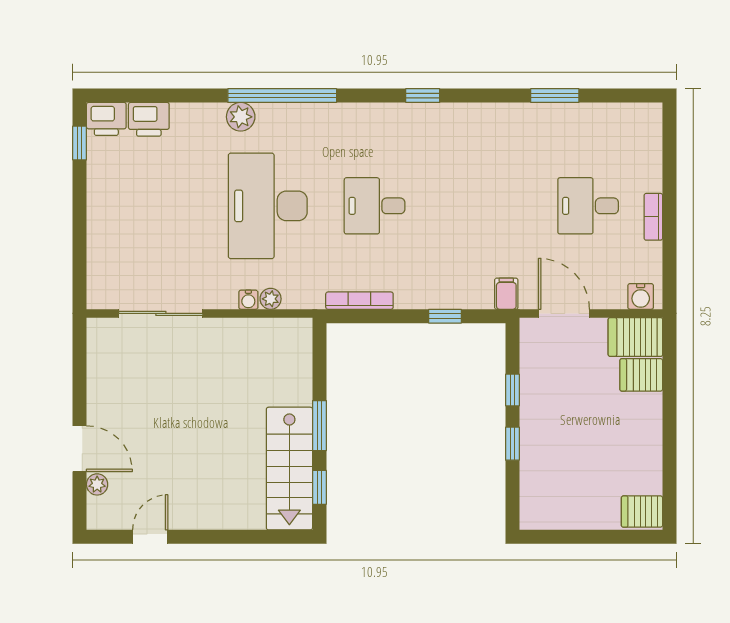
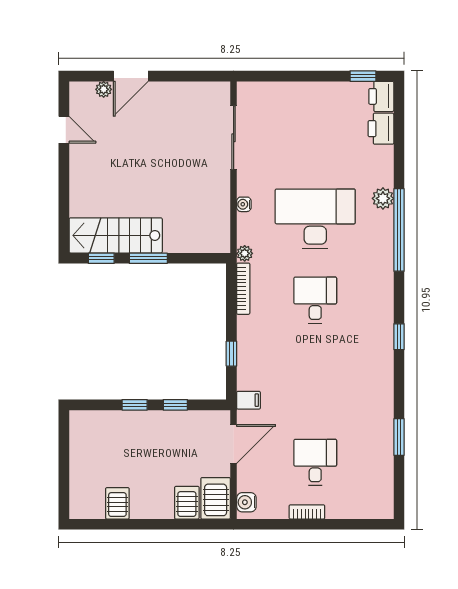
plant: (271, 299) -> (245, 253), moved
server rack: (642, 512) -> (117, 503), moved

